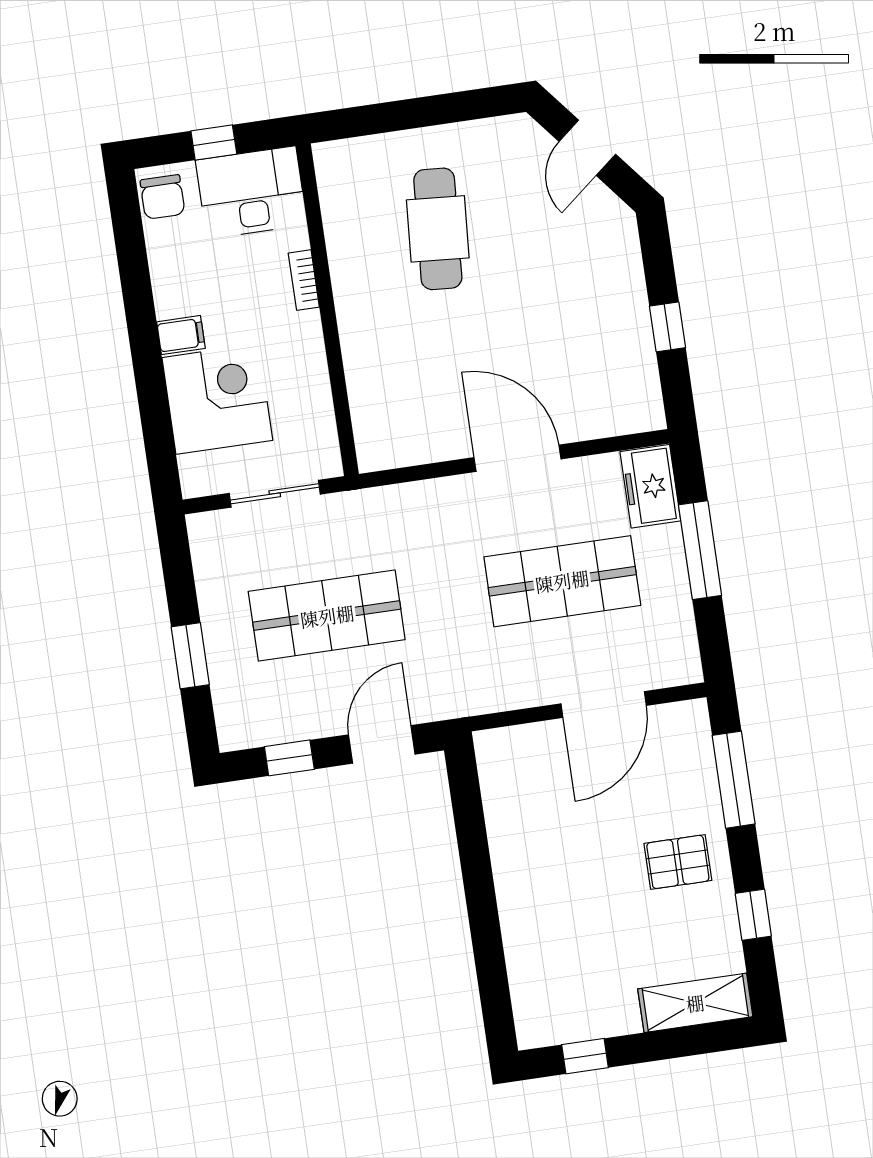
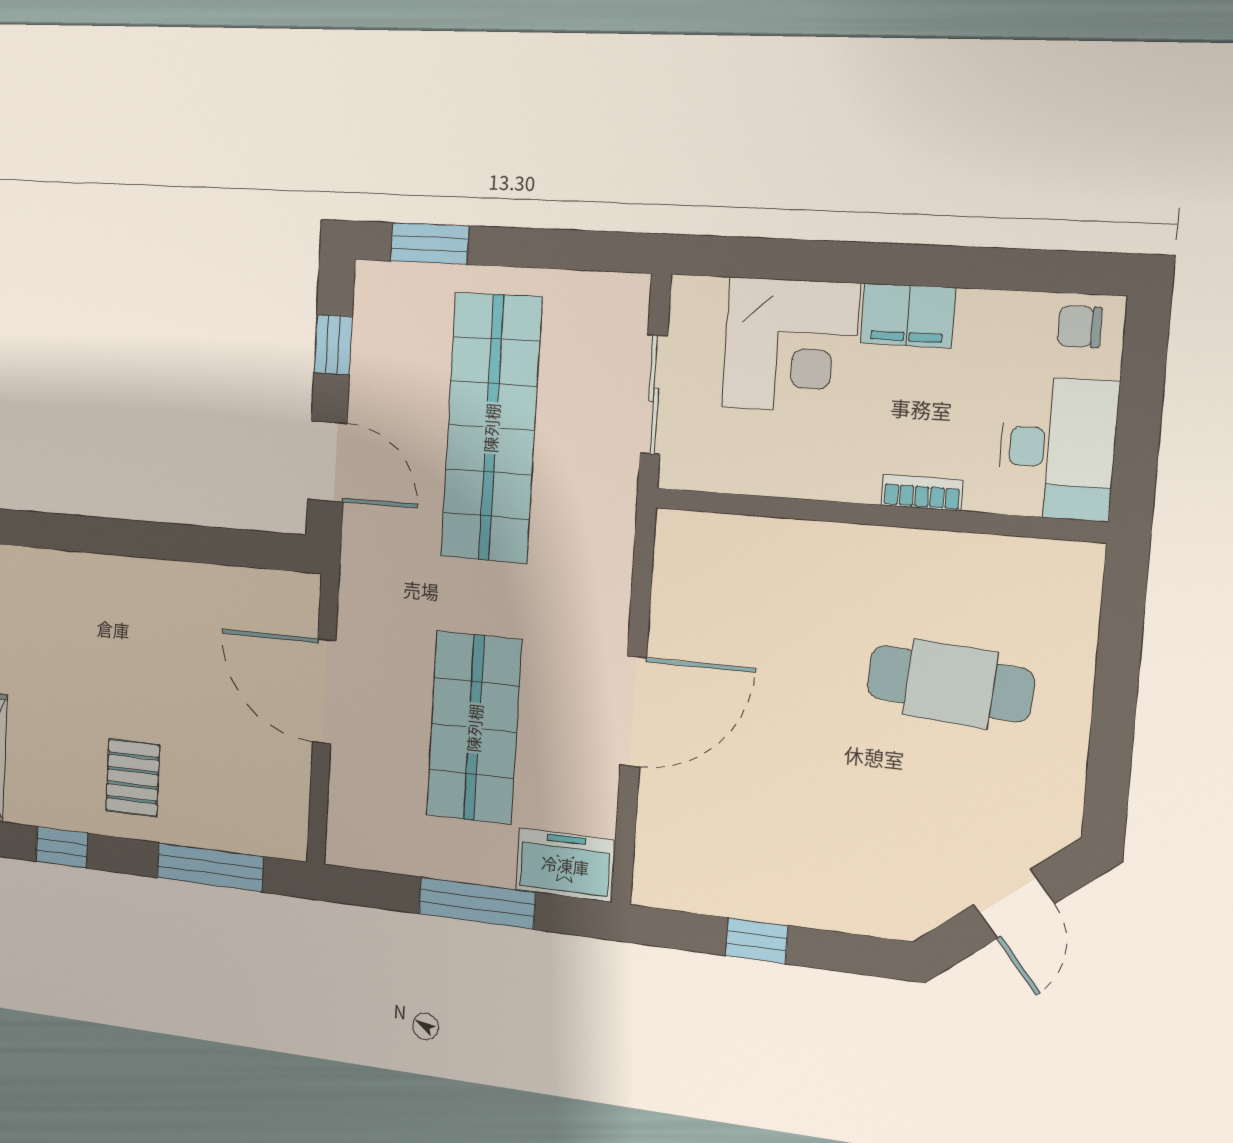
window: (214, 142) -> (1140, 412), removed
door: (587, 148) -> (1014, 904), swing flipped
chair: (162, 197) -> (1080, 327), width x0.73, depth x0.73
filing cabinet: (181, 335) -> (908, 315), width x2.00
shop shelf: (327, 616) -> (491, 428), width x1.40
window: (190, 656) -> (429, 244), moved
door: (604, 705) -> (324, 691), moved

